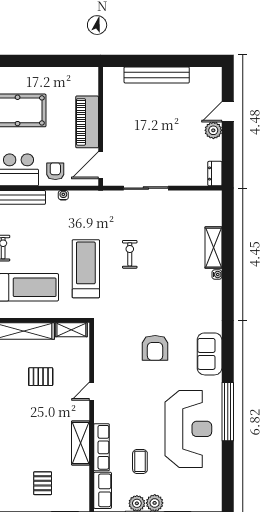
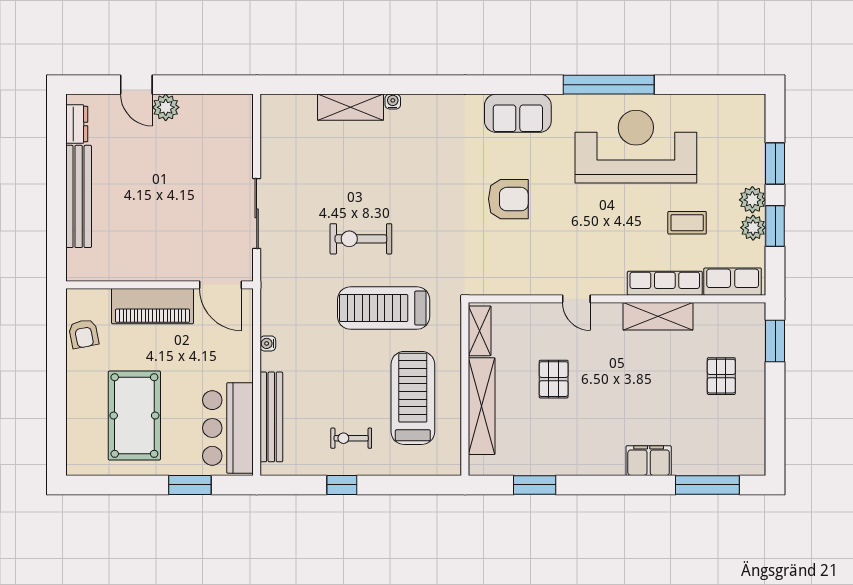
armchair: (55, 171) -> (84, 334), moved, turned -101
dresser: (215, 174) -> (77, 124), moved, turned -90
exercise bike: (130, 254) -> (361, 239), width x1.38, depth x1.39
pallet: (43, 483) -> (721, 376), turned 90

